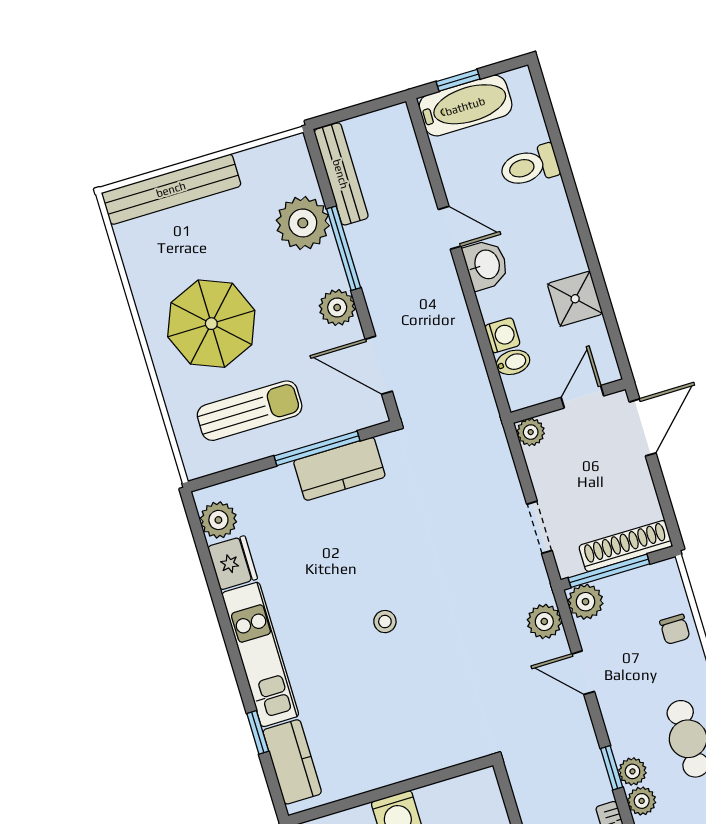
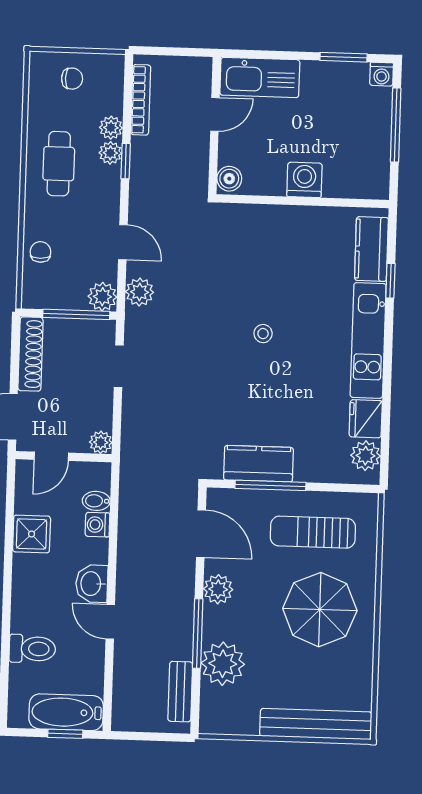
bench: (341, 174) -> (180, 692), width x0.73
shoe rack: (626, 546) -> (30, 354), moved, turned -90
boiler: (484, 788) -> (229, 179), added

